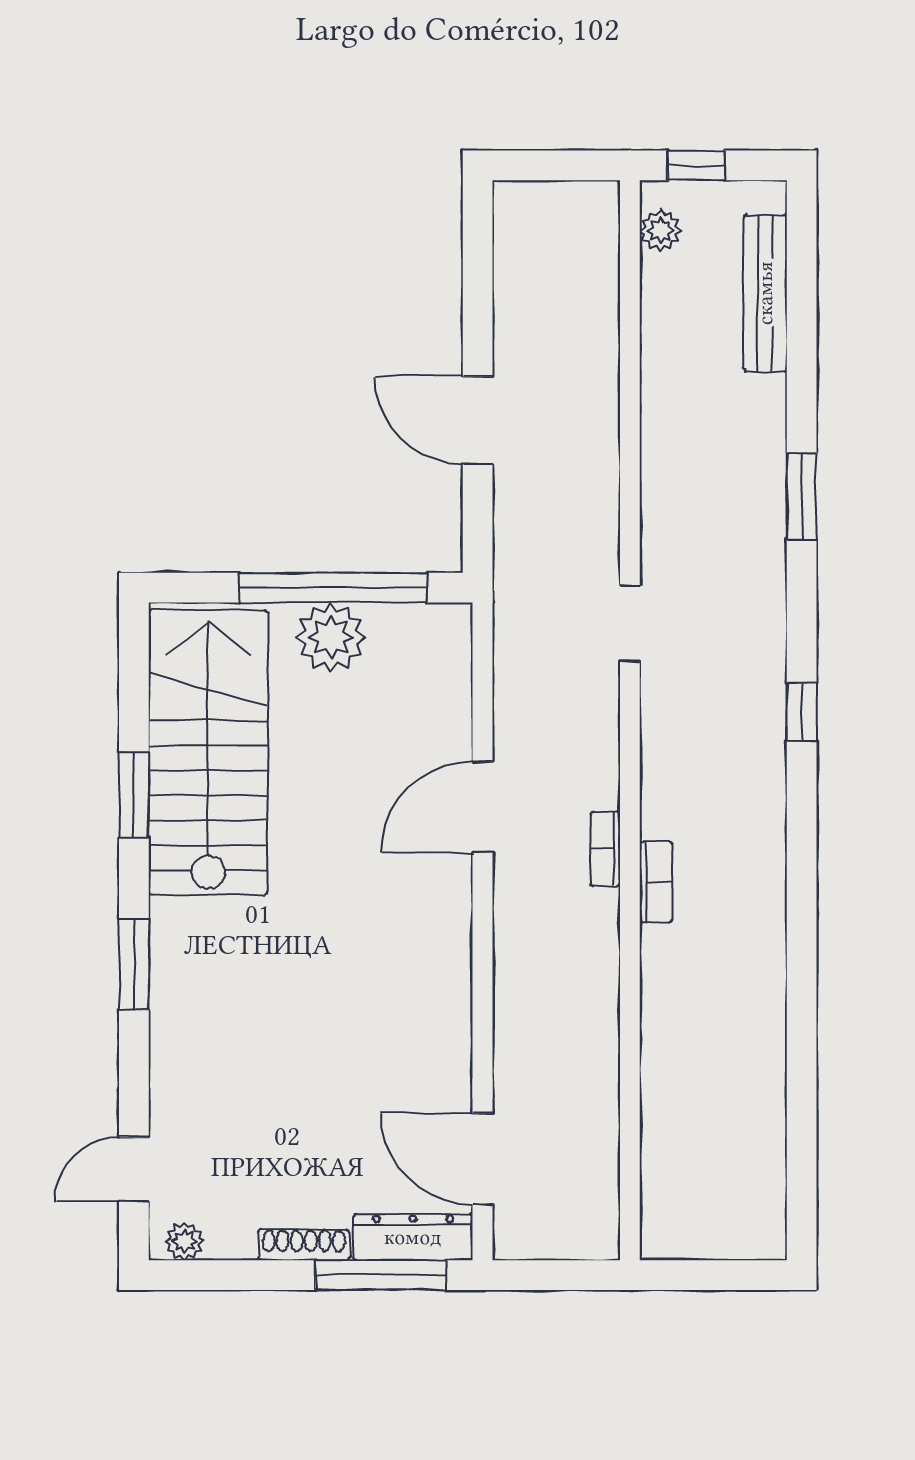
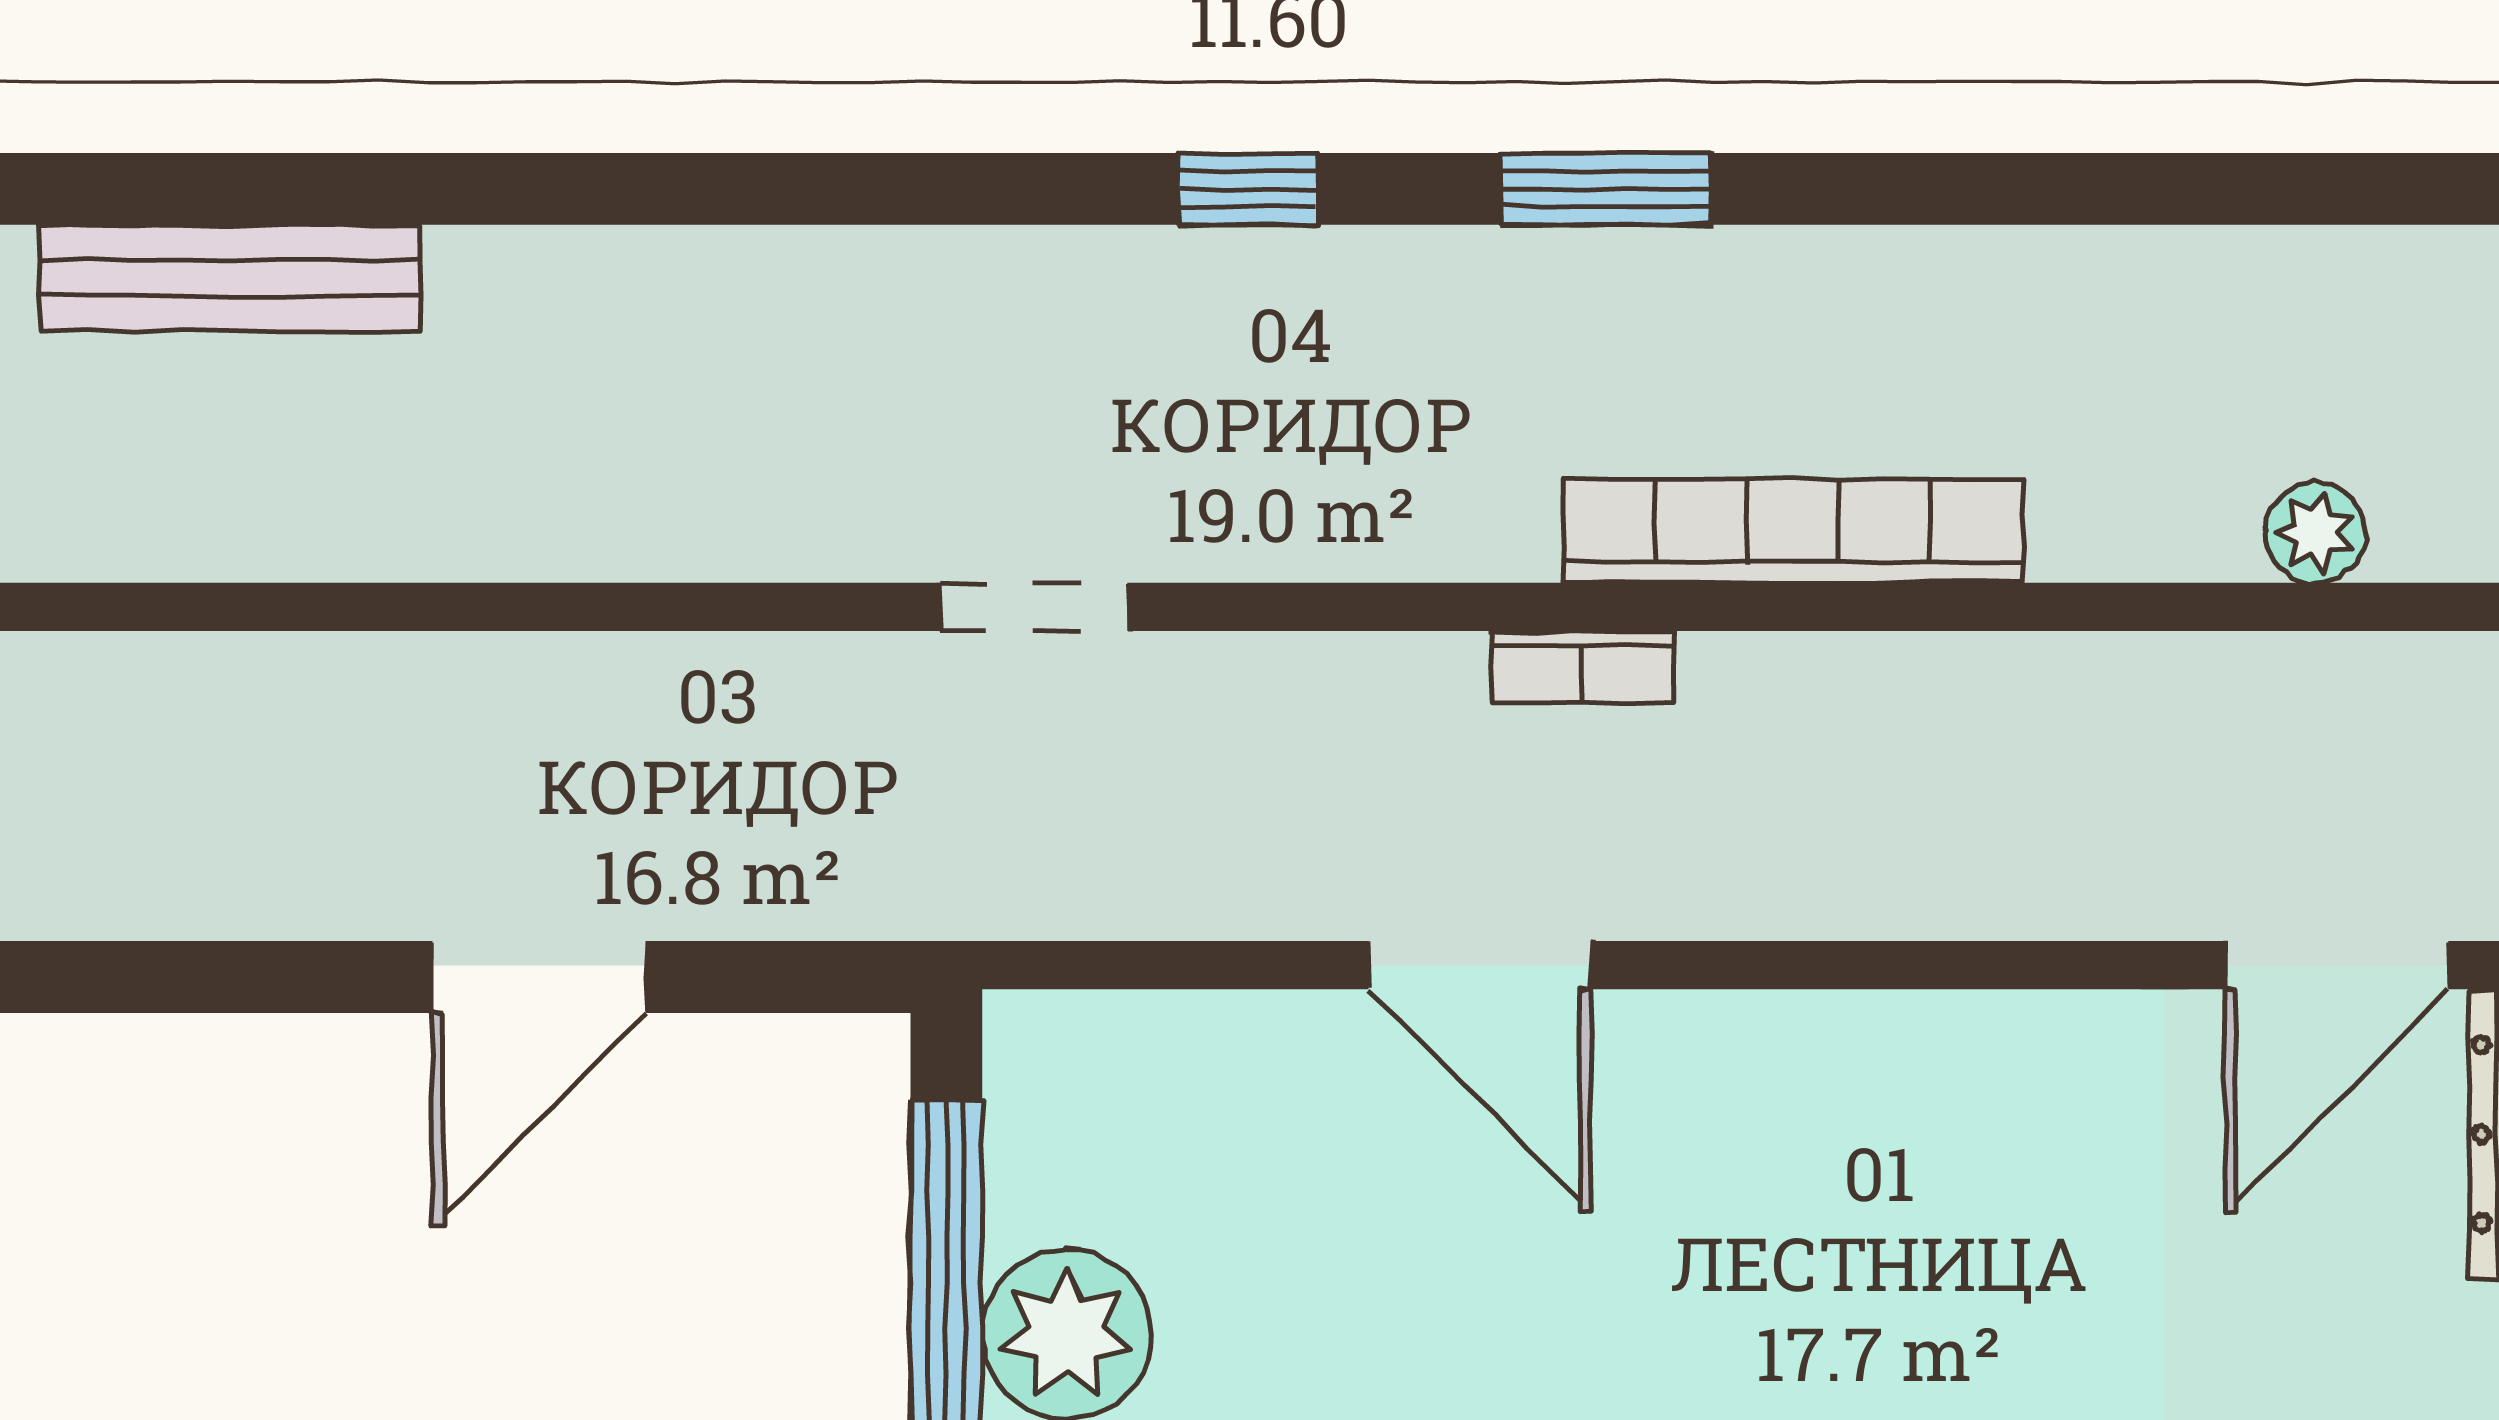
plant: (660, 231) -> (2315, 533), moved
window: (802, 496) -> (1606, 189), moved
bookcase: (656, 882) -> (1793, 531), width x2.31, depth x1.31

